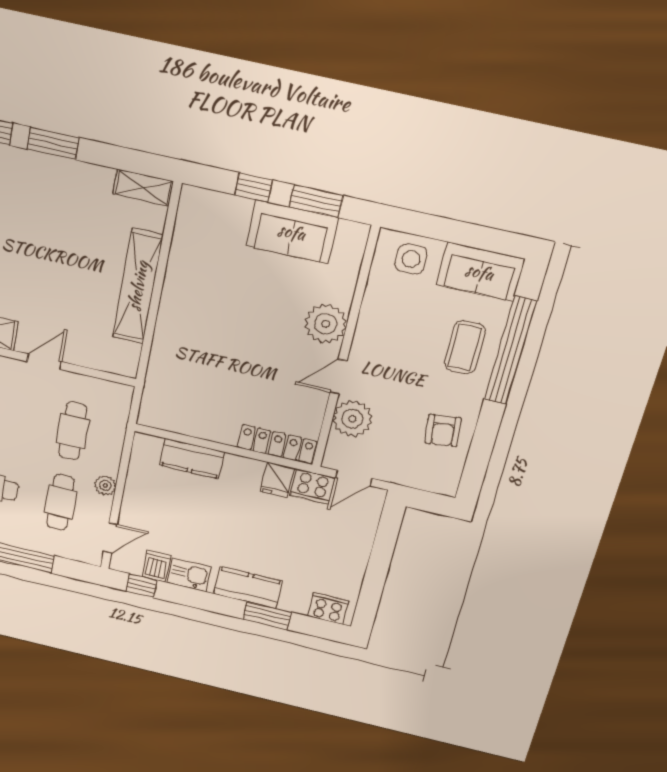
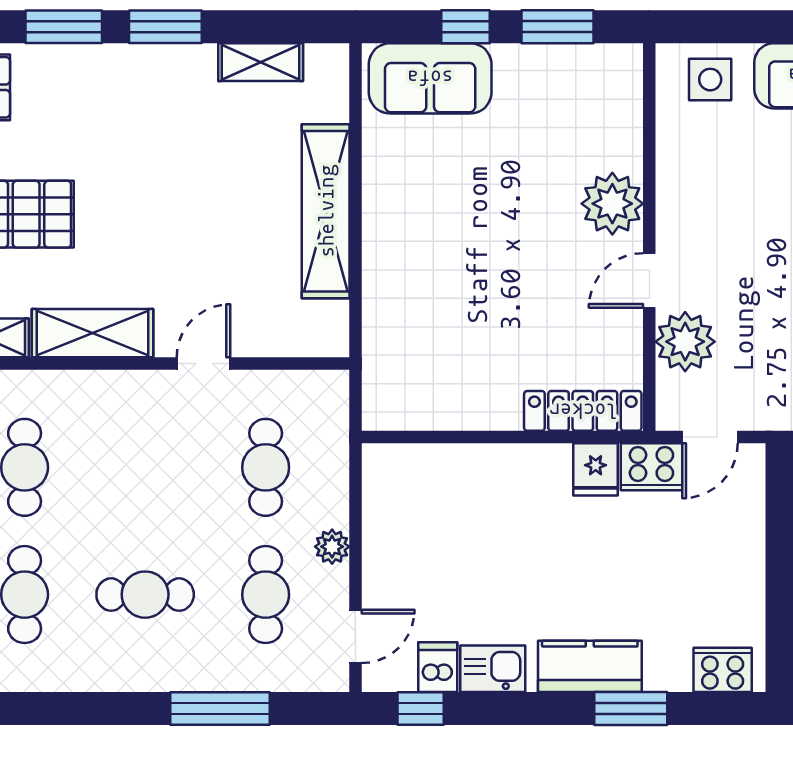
shelving: (143, 188) -> (261, 62), moved
sofa: (292, 232) -> (430, 78), moved
kitchen counter: (192, 459) -> (458, 467), removed

